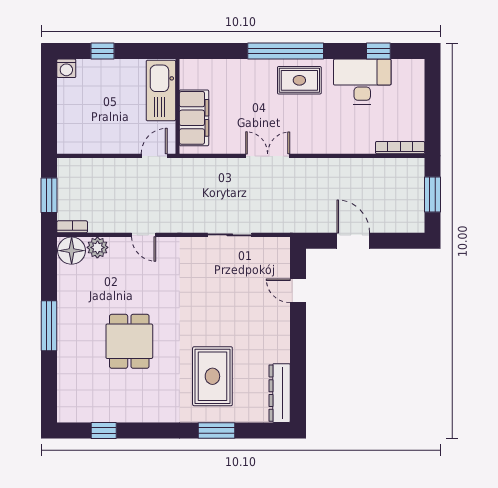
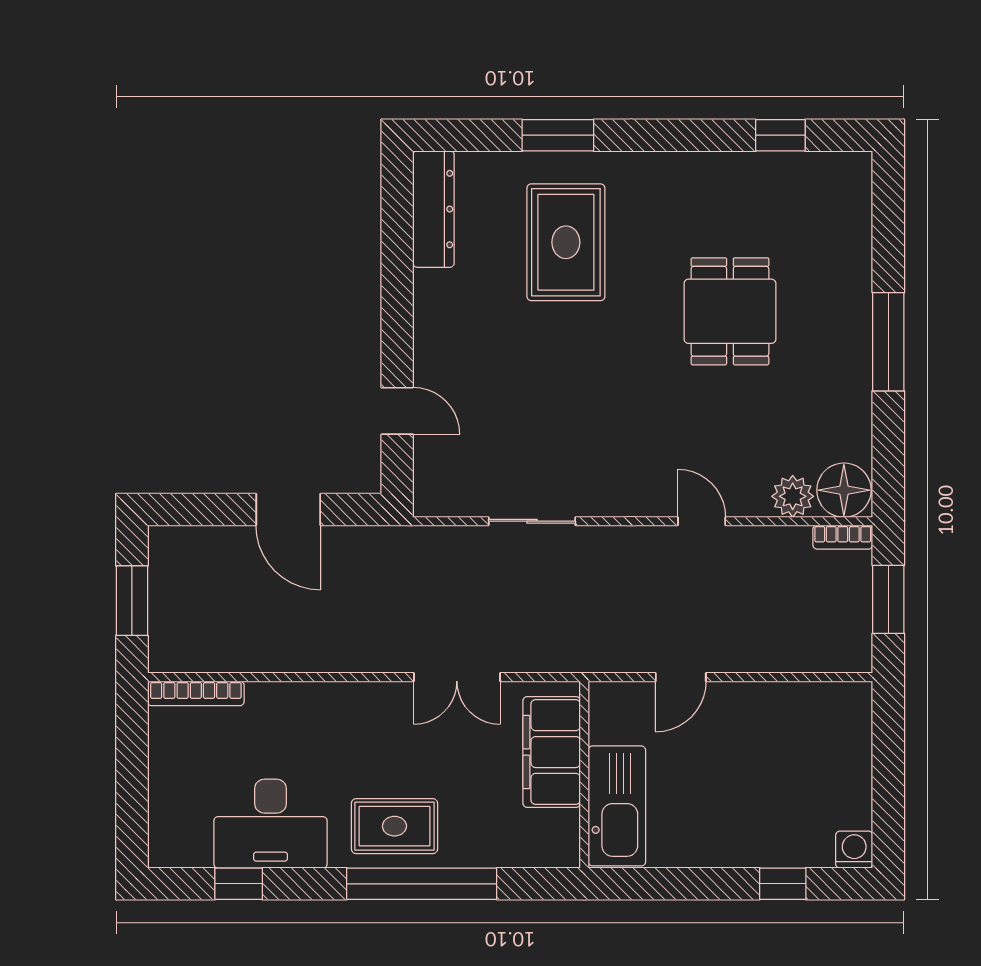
kitchen sink: (161, 91) -> (617, 806), moved
wall: (177, 106) -> (584, 775), moved
filing cabinet: (194, 118) -> (552, 752), moved

